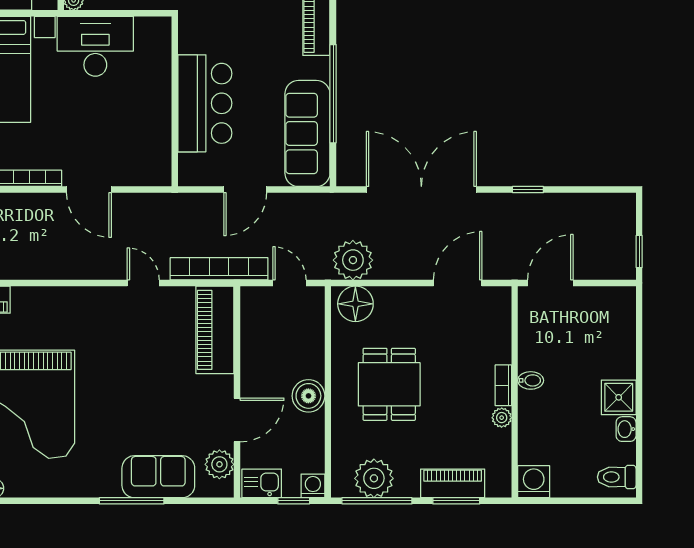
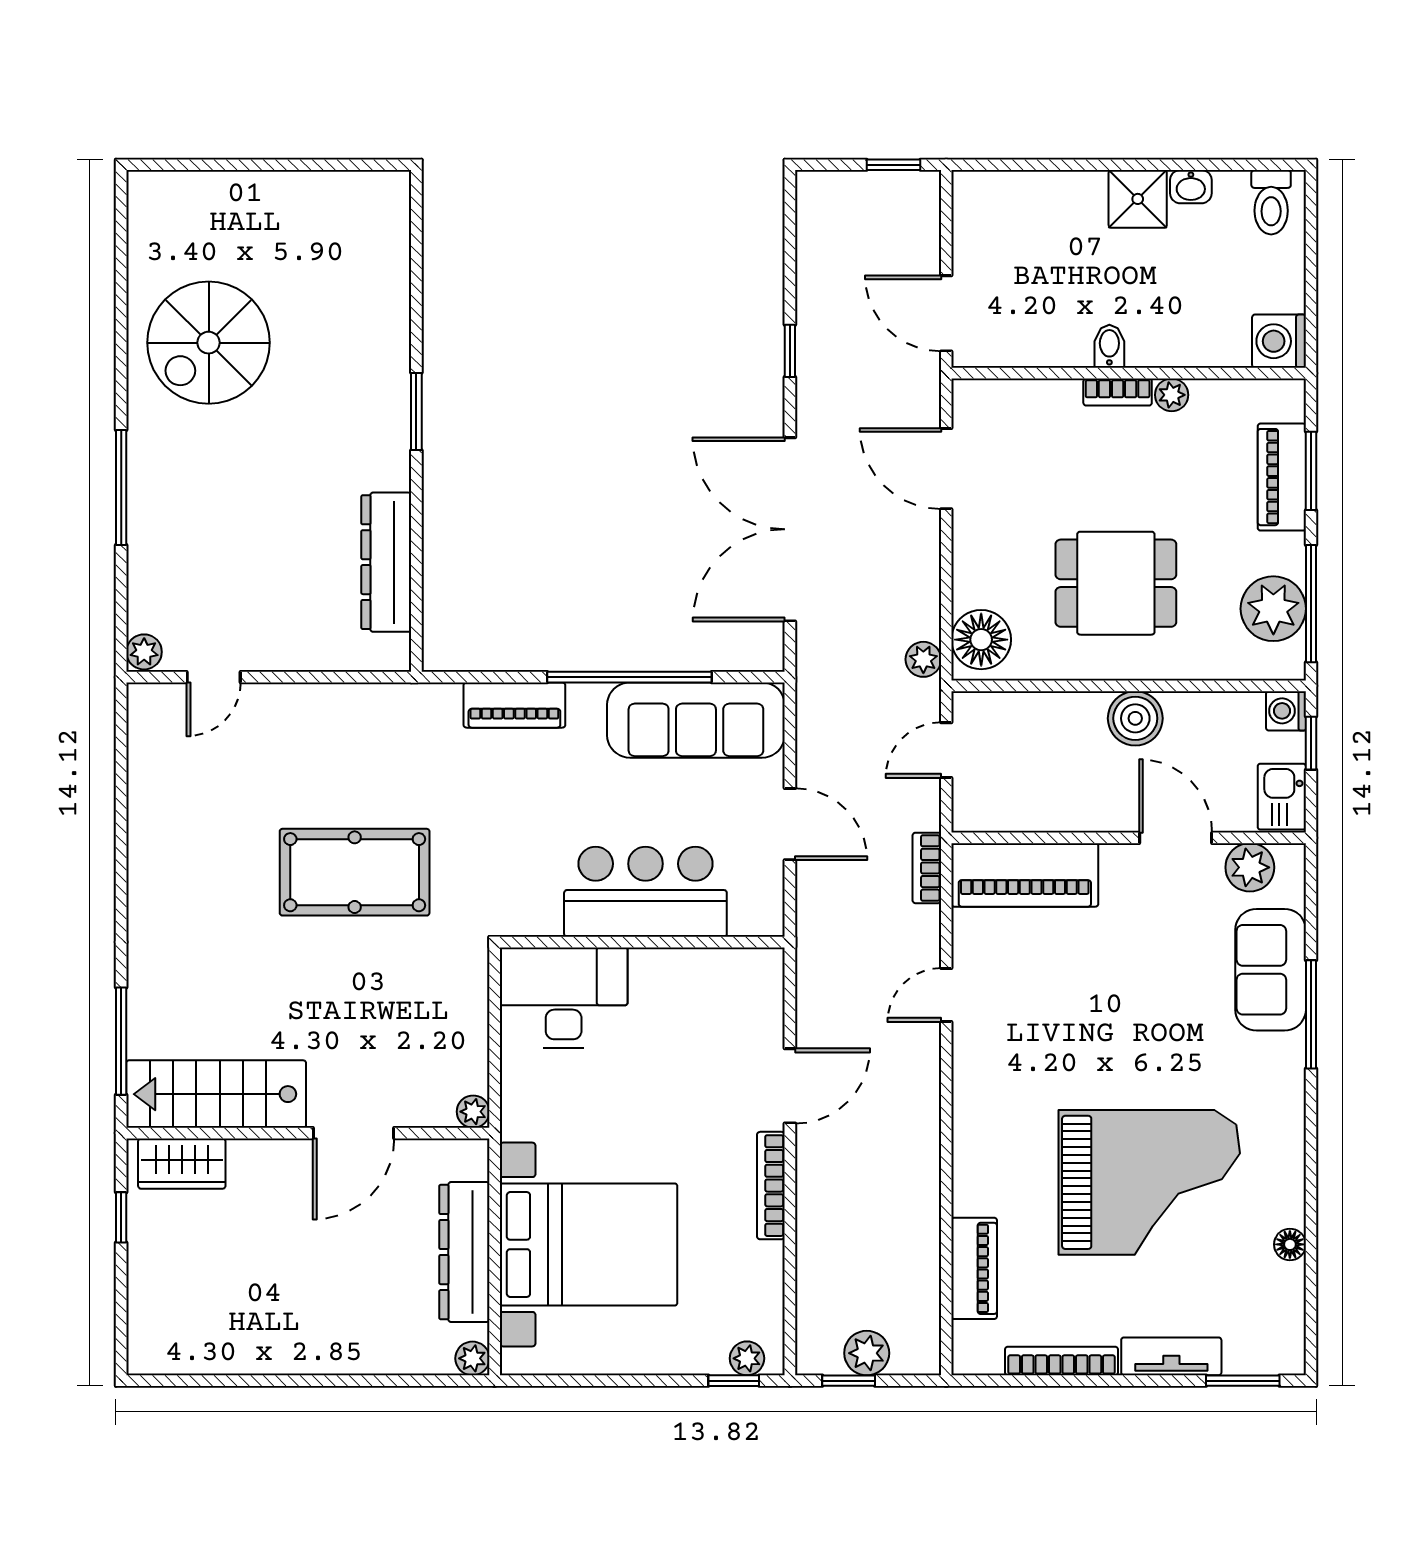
desk: (95, 46) -> (564, 997), moved, turned 90
plant: (353, 260) -> (923, 659), width x0.53, depth x0.53
bookcase: (219, 269) -> (927, 868), width x0.43, depth x0.76

